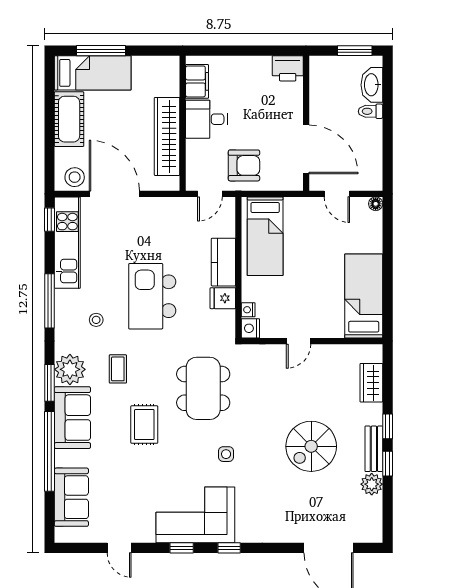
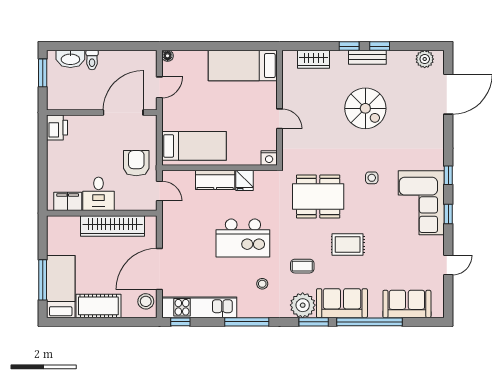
nightstand: (248, 310) -> (254, 160), removed
plant: (372, 484) -> (425, 59), moved

